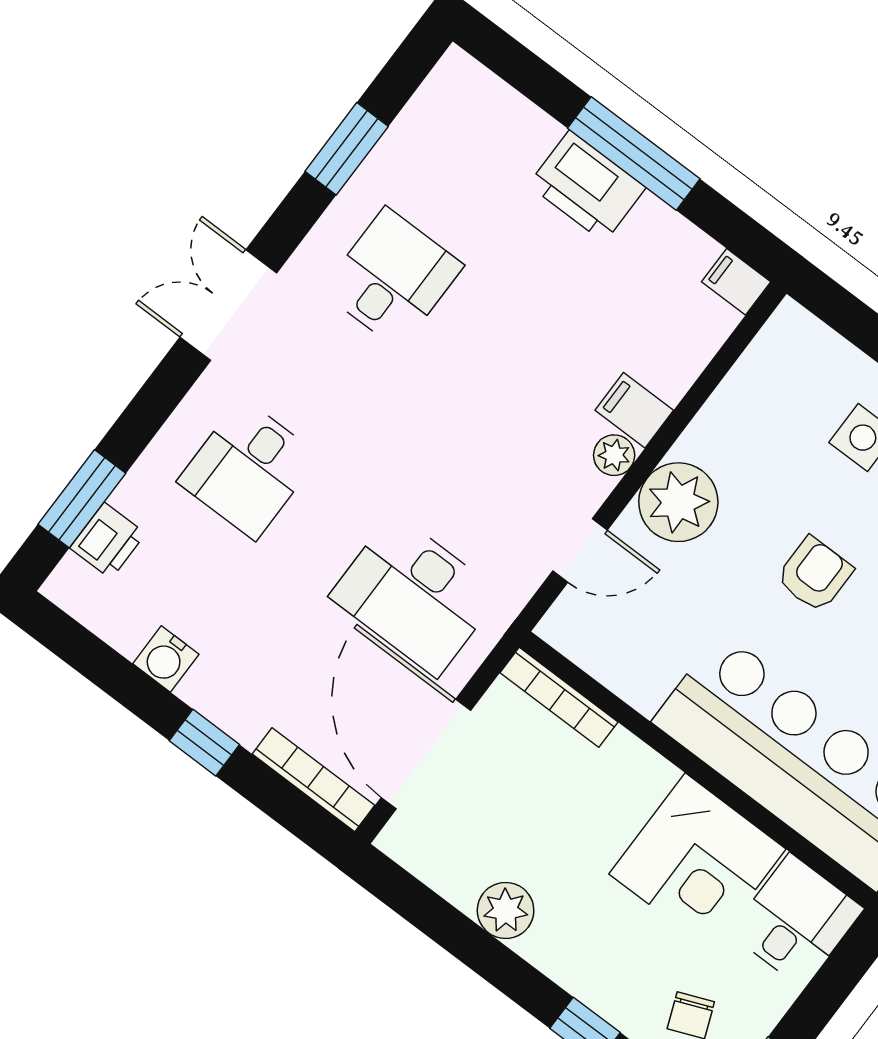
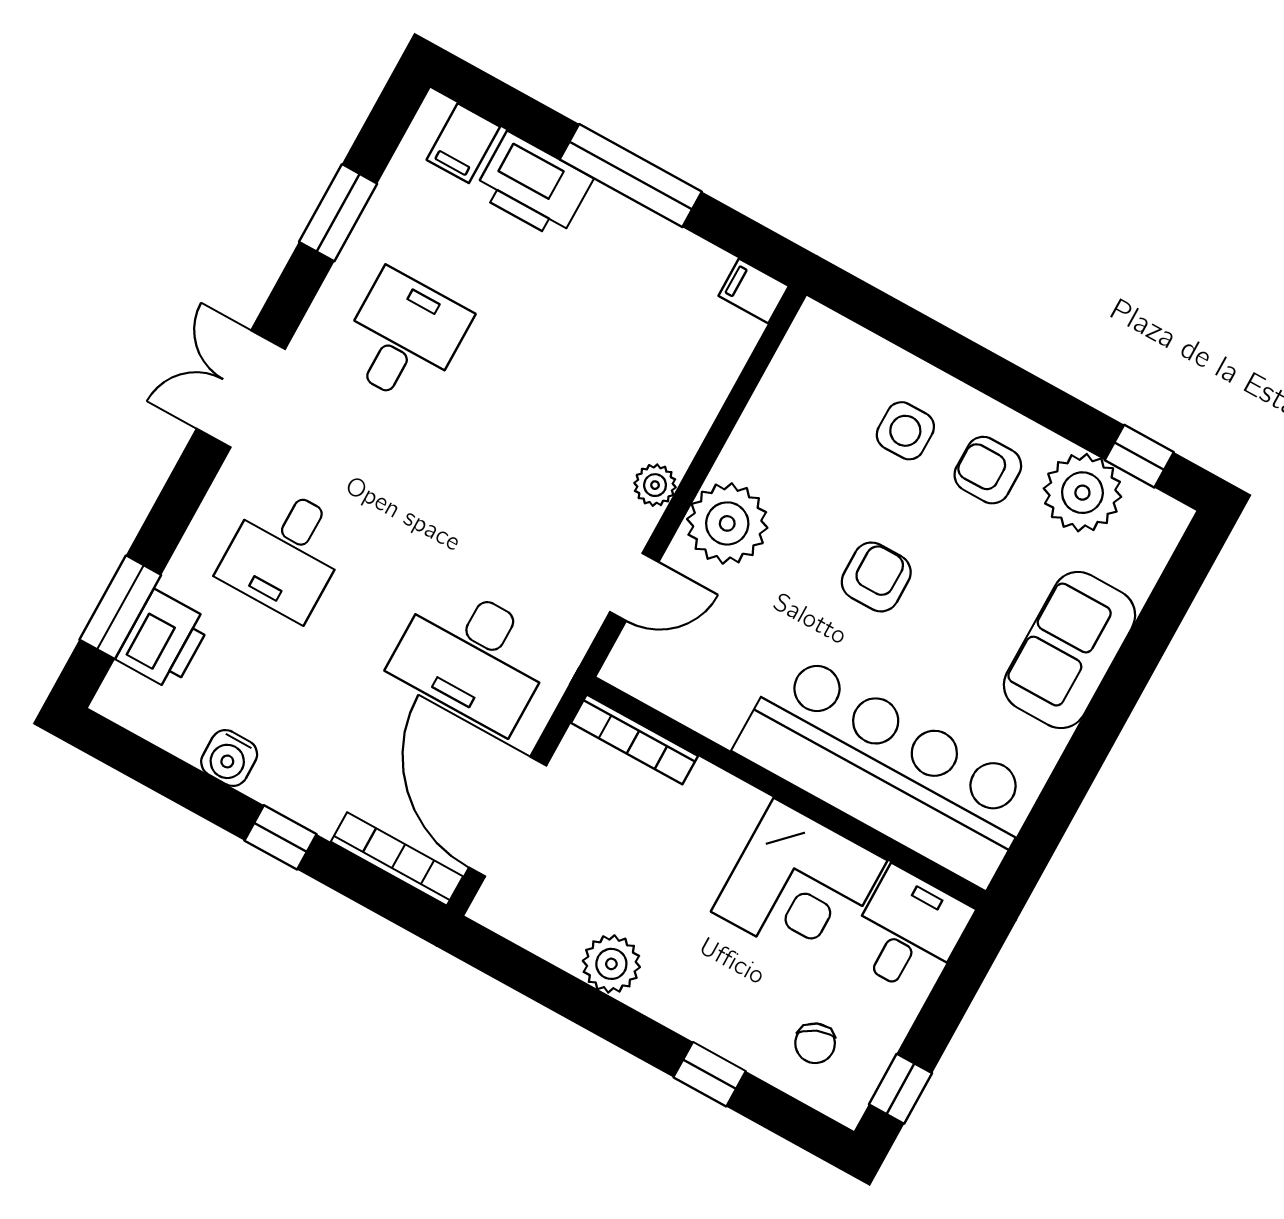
printer: (587, 186) -> (533, 186), moved
filing cabinet: (634, 410) -> (463, 143), moved, turned -90
printer: (108, 541) -> (164, 640), width x1.36, depth x1.24

